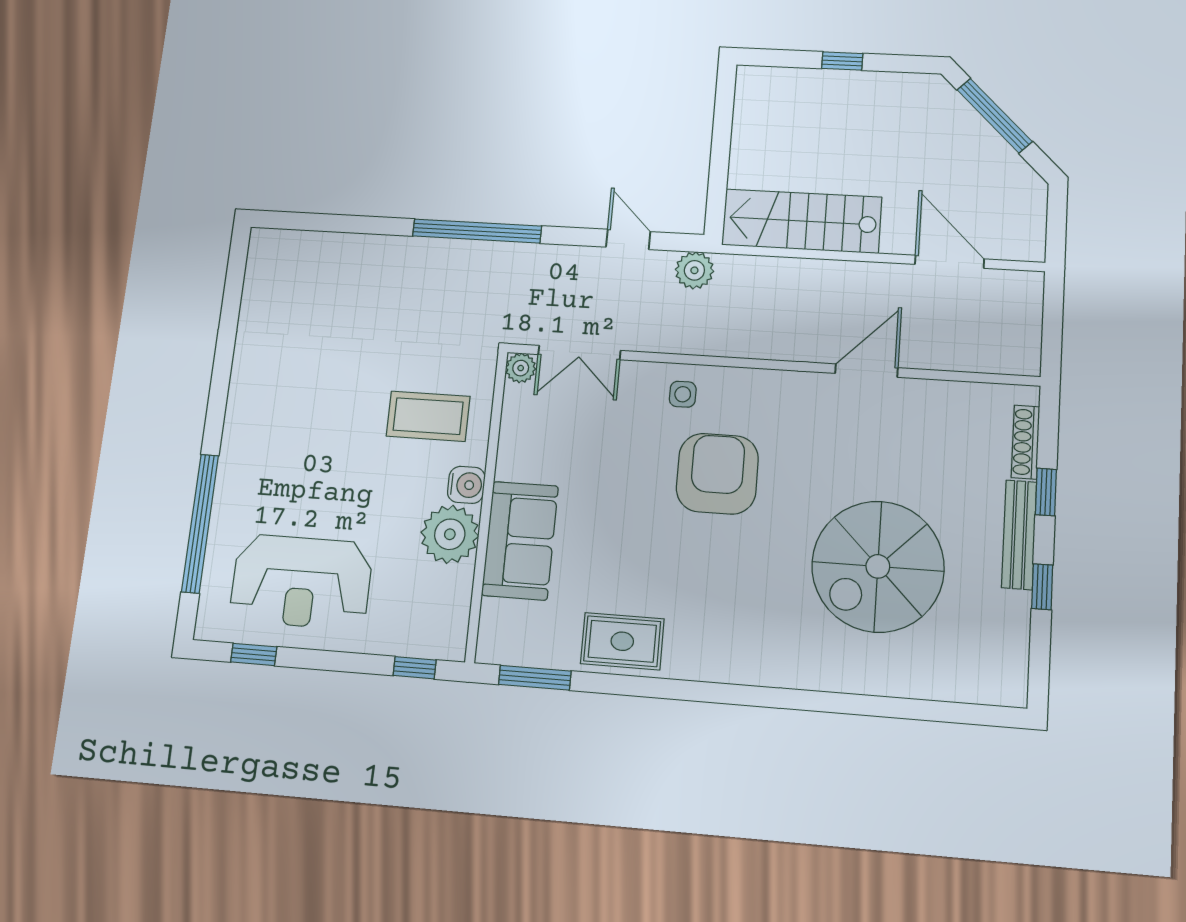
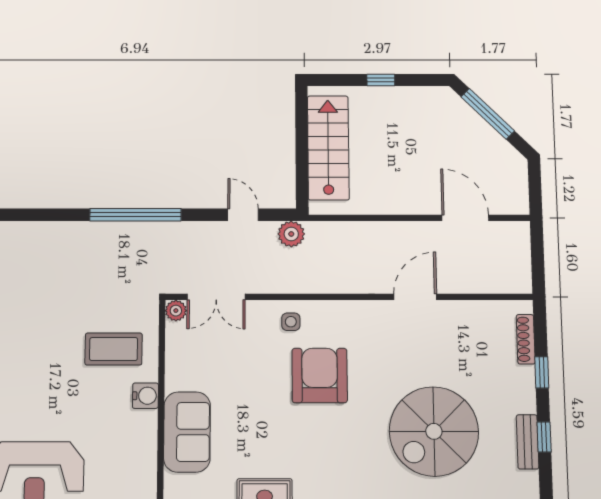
stairs: (802, 221) -> (328, 148), moved, turned 90
plant: (450, 534) -> (137, 431), removed
bench: (1019, 535) -> (528, 442), moved, width x0.73

